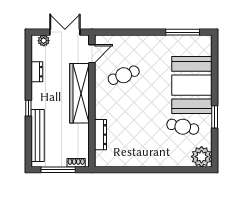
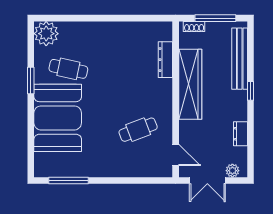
door: (92, 54) -> (176, 155), swing flipped
wardrobe: (79, 93) -> (190, 84), moved

